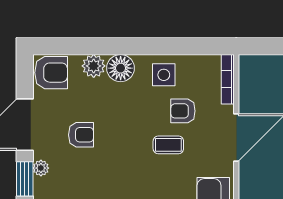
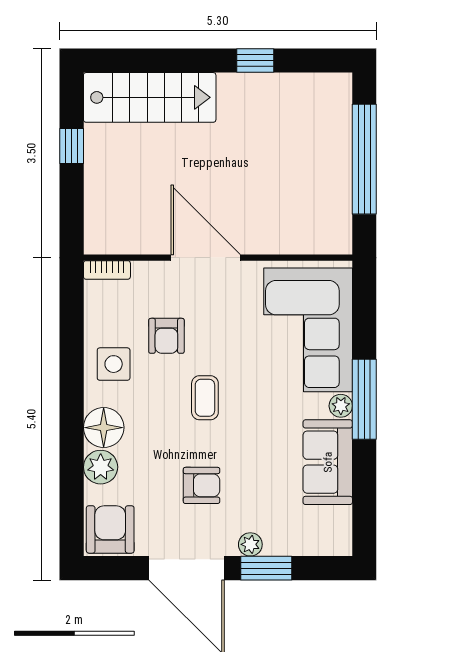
bookcase: (228, 79) -> (107, 270), width x0.64
armchair: (81, 135) -> (202, 485), turned 90
coffee table: (168, 145) -> (205, 398), moved

